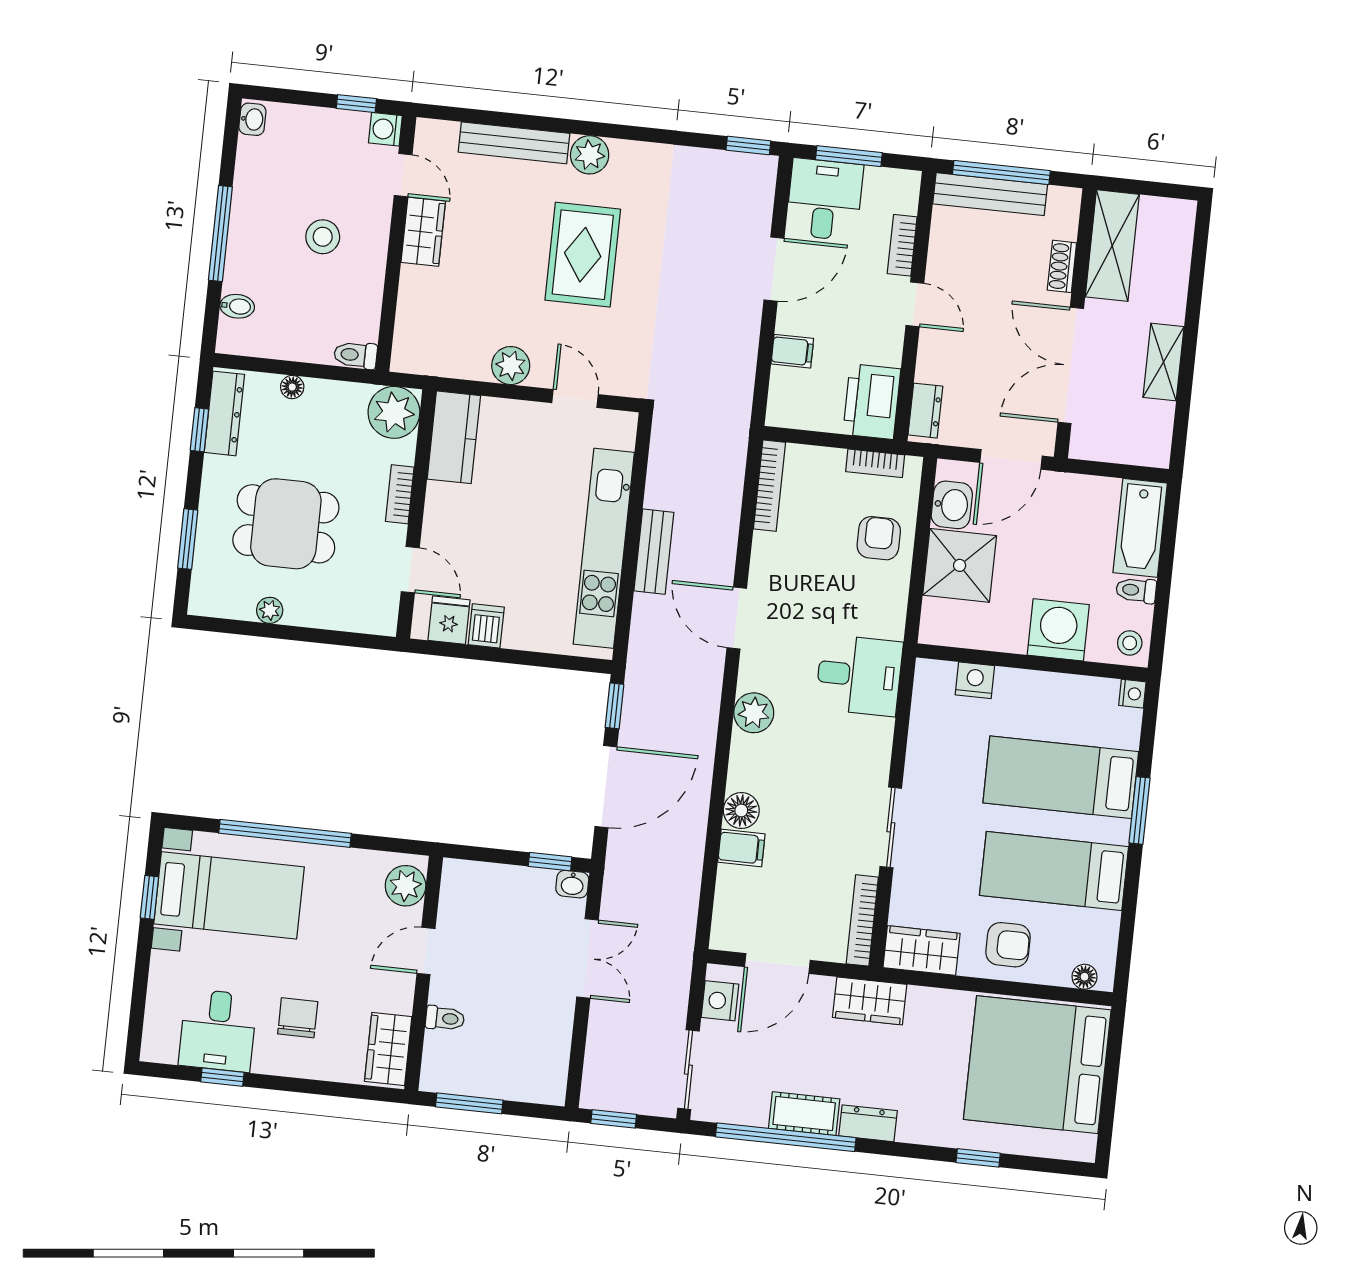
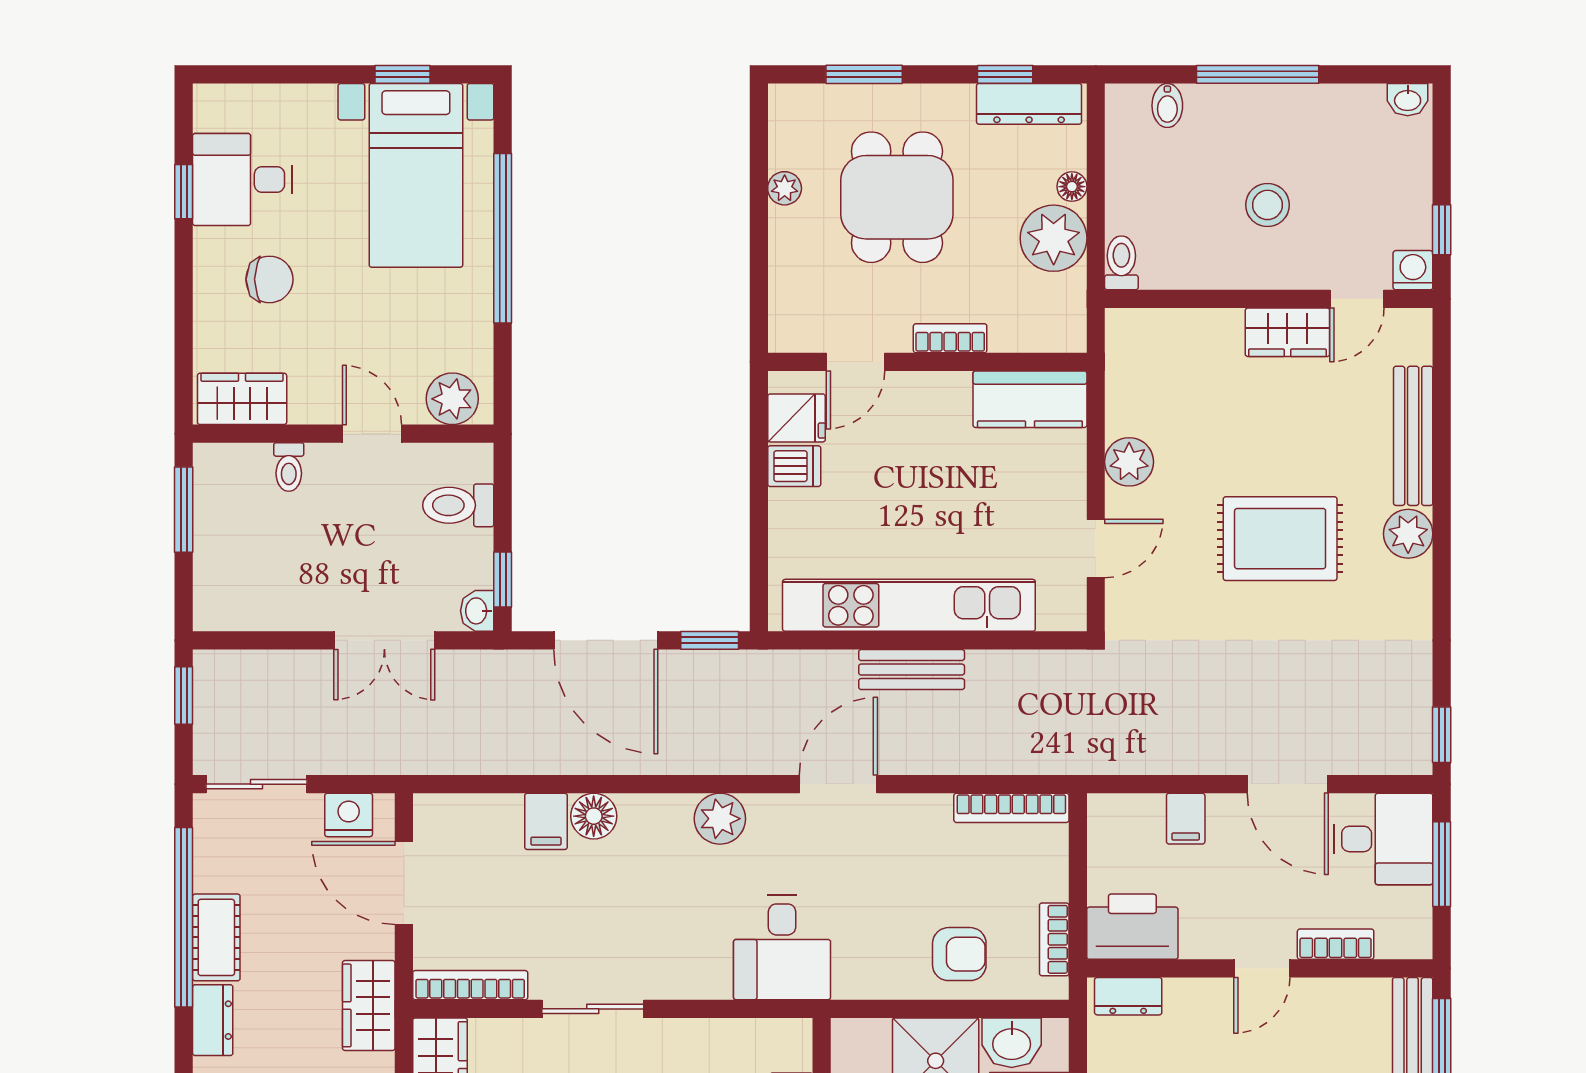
plant: (394, 412) -> (1054, 238), moved
toilet: (489, 890) -> (458, 505), added

